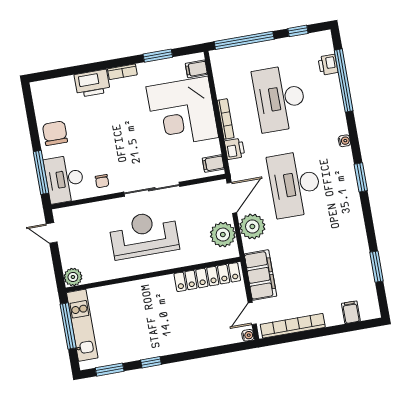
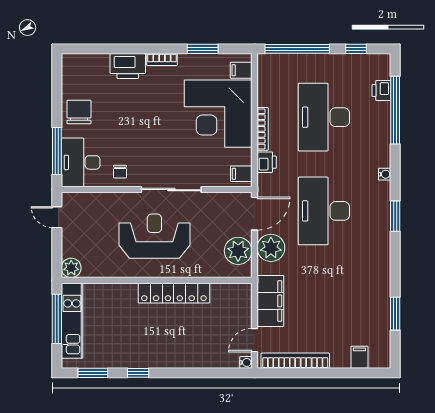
locker: (207, 277) -> (174, 293), moved

